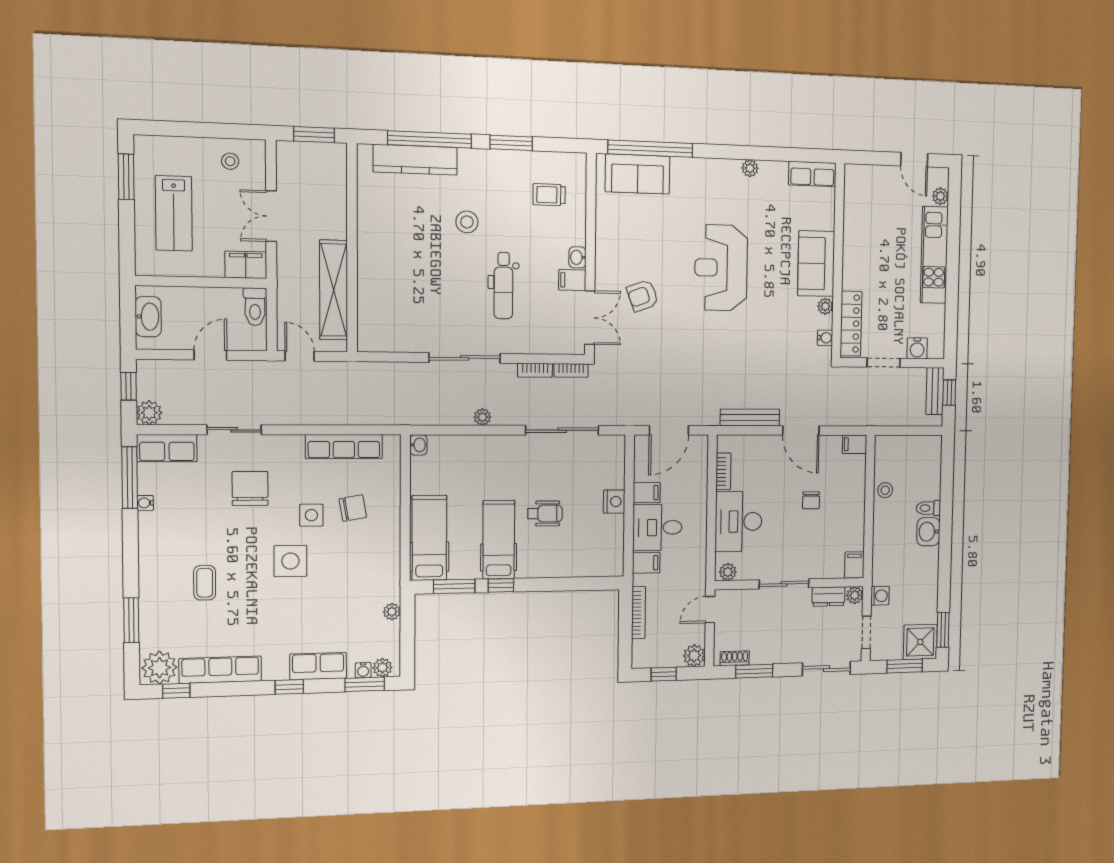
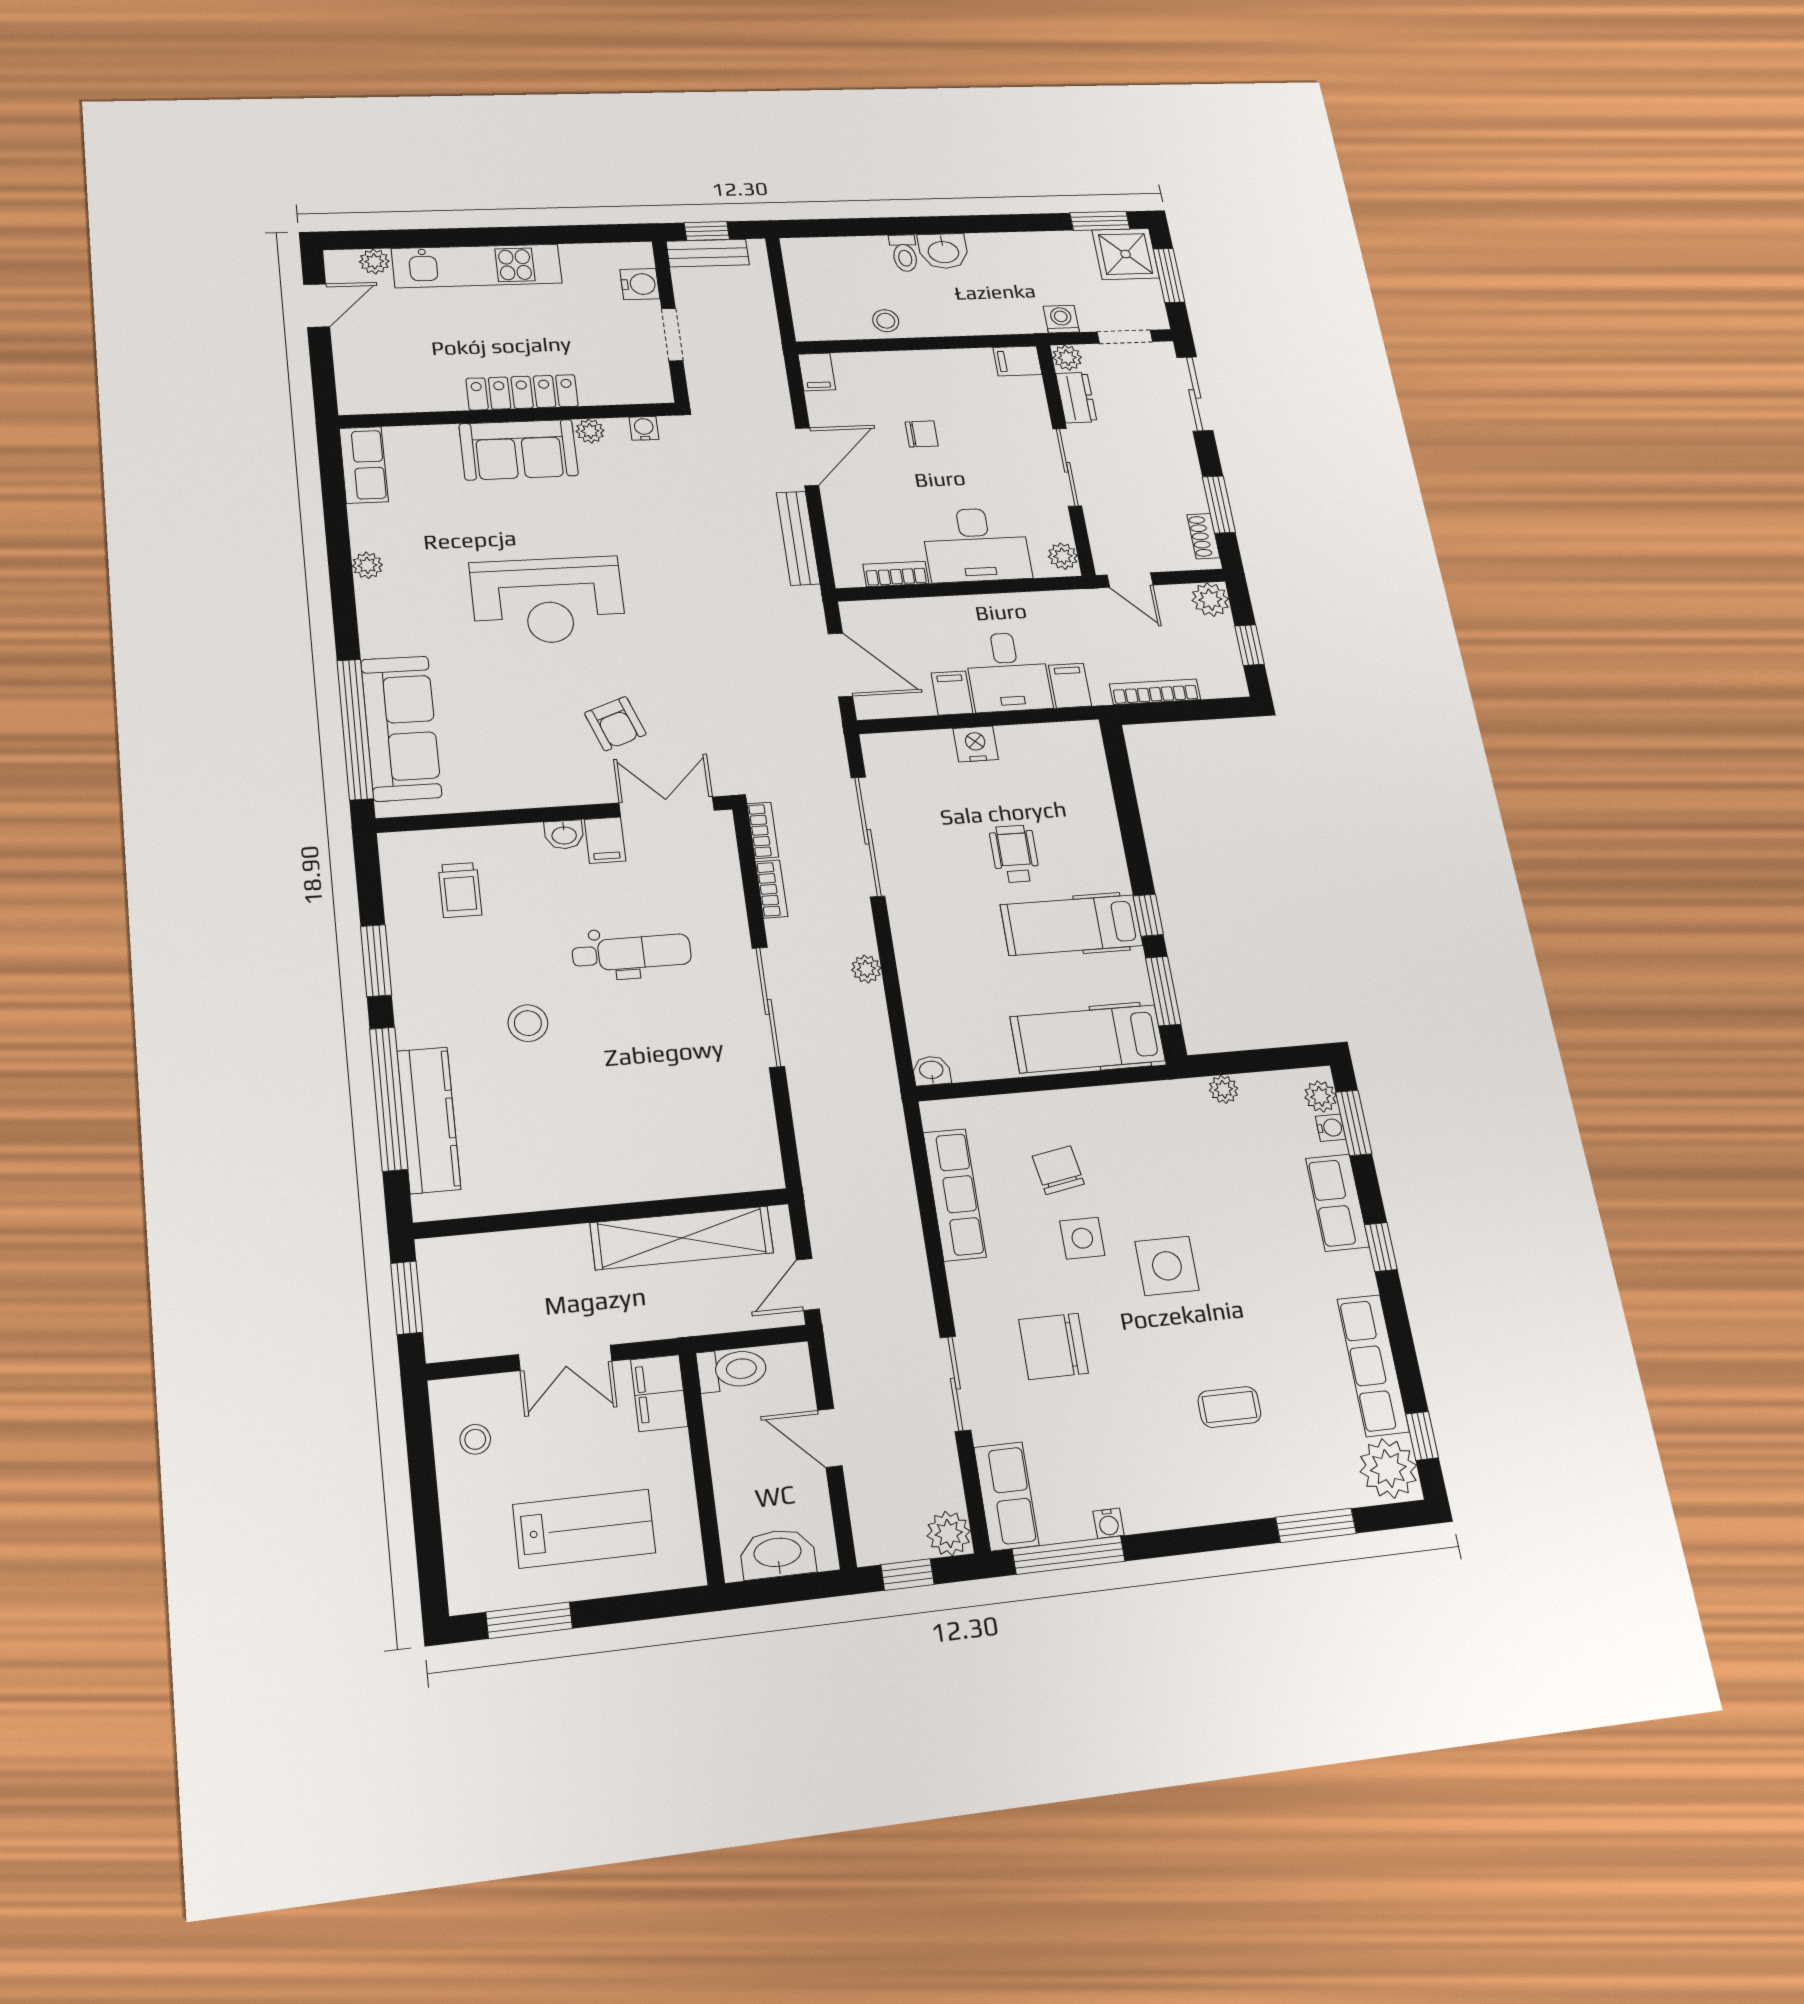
sofa: (638, 174) -> (401, 728), width x1.36
locker: (851, 324) -> (522, 392), moved

